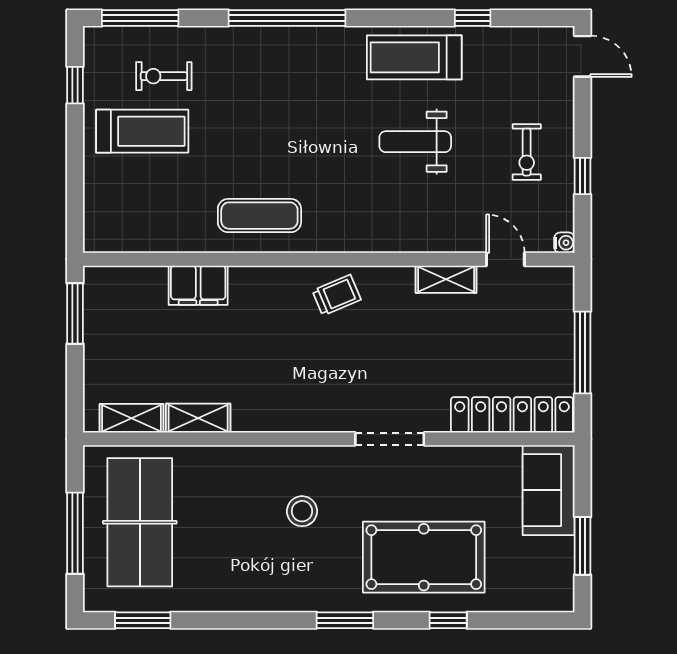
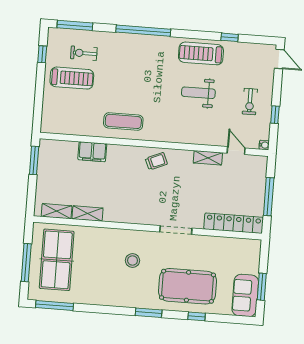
sofa: (549, 490) -> (245, 295), moved
window: (143, 620) -> (55, 305), width x1.44

